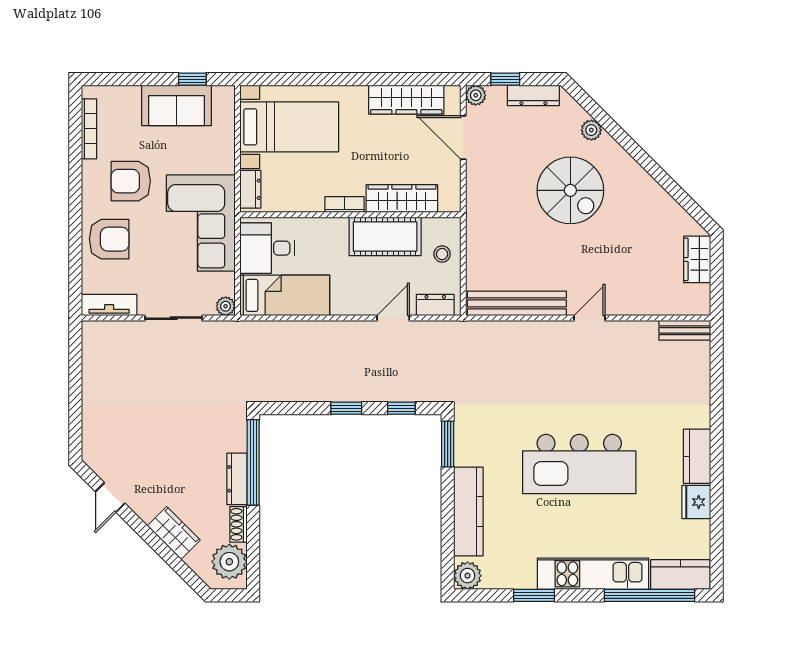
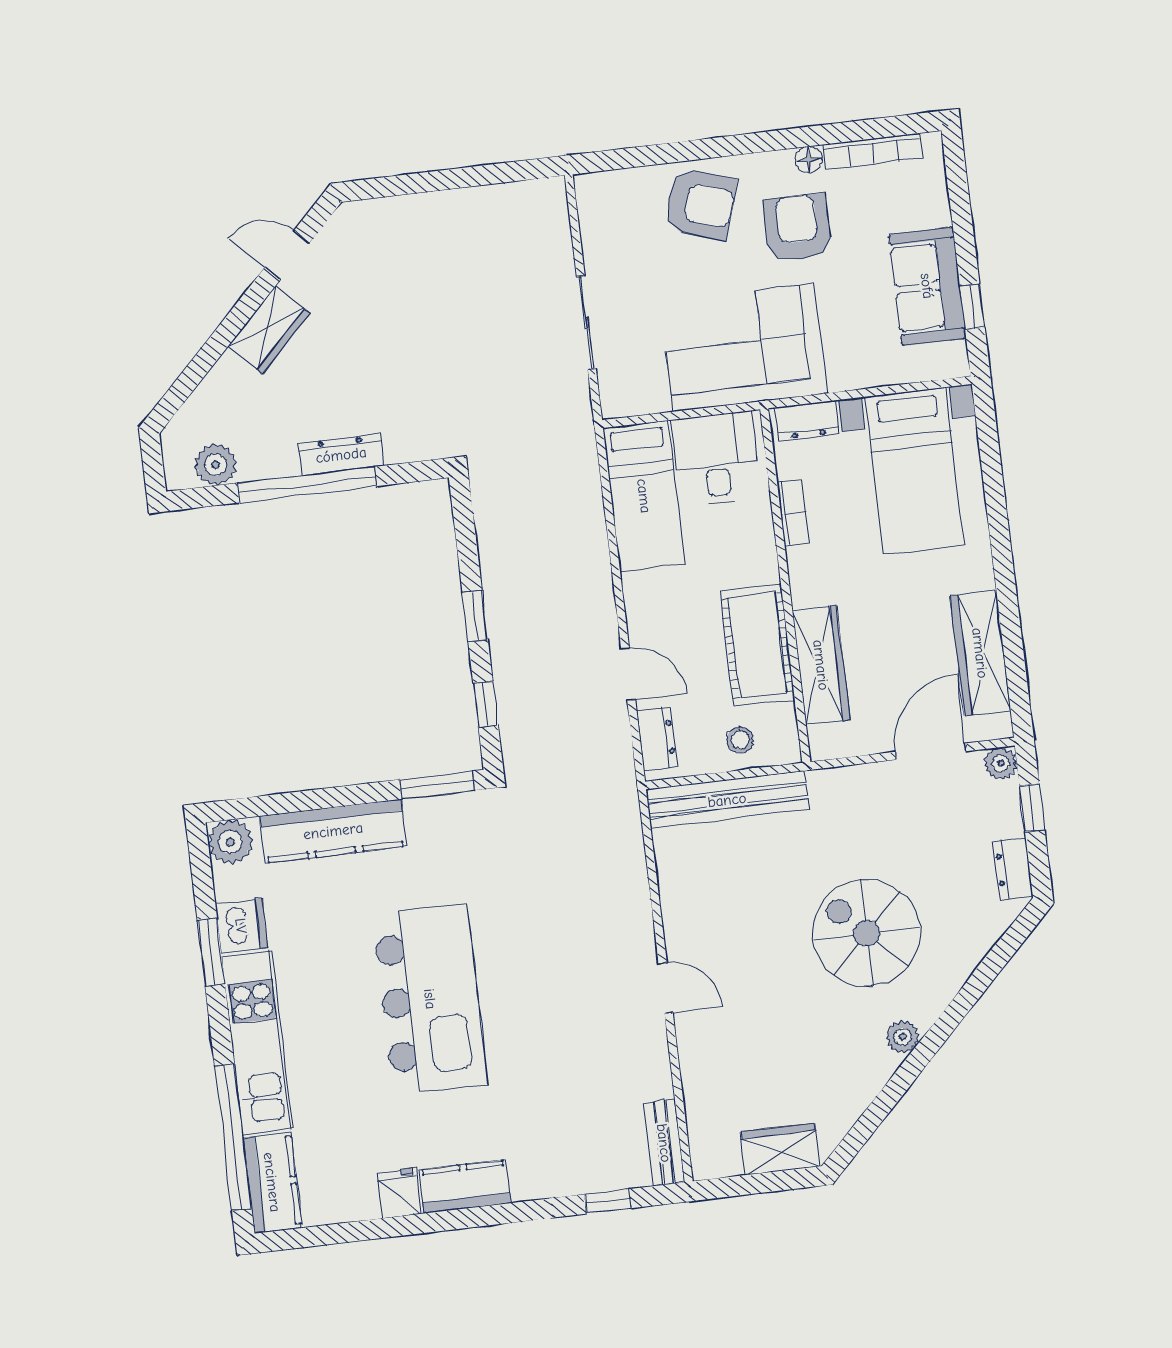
dresser: (533, 95) -> (1013, 868), width x0.70
plant: (591, 130) -> (903, 1037), moved
floor lamp: (90, 169) -> (809, 160), added
spiral stairs: (570, 190) -> (866, 933), turned 90
bookcase: (345, 205) -> (793, 513), moved
armchair: (109, 239) -> (700, 204), turned -72
bench: (517, 303) -> (727, 800), moved, turned 90
tv unit: (109, 305) -> (595, 217), removed
plant: (226, 306) -> (615, 403), removed
window: (717, 369) -> (608, 1201), added
window: (253, 462) -> (307, 485), moved
kitchen island: (579, 464) -> (430, 999), turned 180
fridge: (696, 502) -> (399, 1193), width x0.72
shoe rack: (238, 524) -> (269, 466), removed
wardrobe: (174, 533) -> (269, 330), moved
plant: (229, 562) -> (216, 465), width x0.73, depth x0.73
dishwasher: (520, 575) -> (241, 926), added

